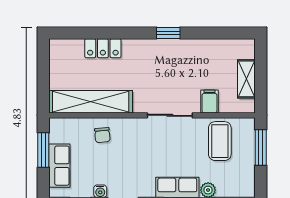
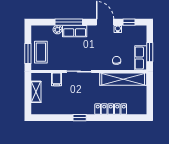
locker: (103, 48) -> (111, 109), width x1.53
coffee table: (220, 141) -> (41, 52), moved
row of seats: (59, 166) -> (141, 58), moved

